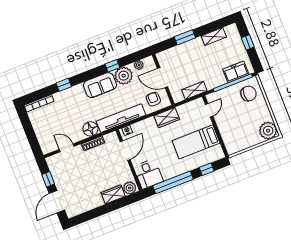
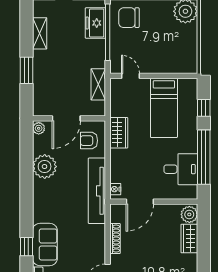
plant: (139, 65) -> (39, 128), moved
window: (112, 66) -> (26, 176), removed
sofa: (100, 85) -> (45, 244), moved
chair: (249, 94) -> (129, 18), turned -90
floor lamp: (90, 129) -> (95, 235), removed
door: (125, 151) -> (140, 202), swing flipped
desk: (148, 174) -> (181, 169), moved

